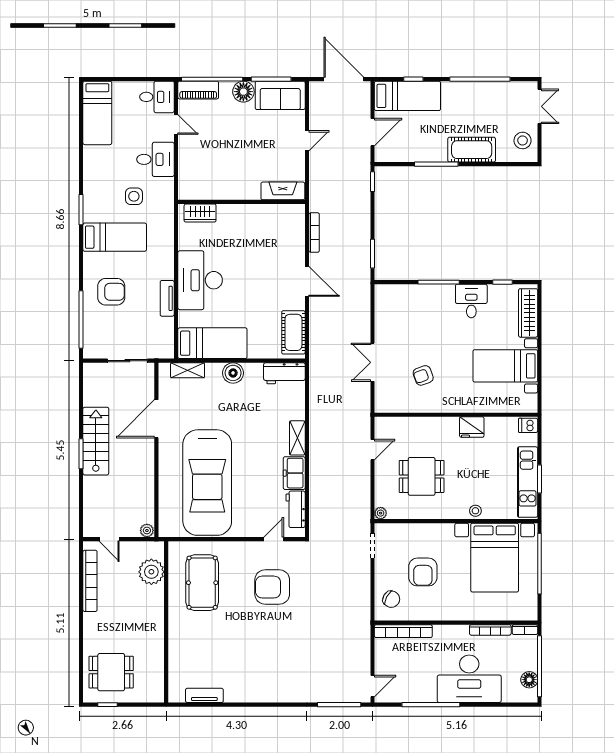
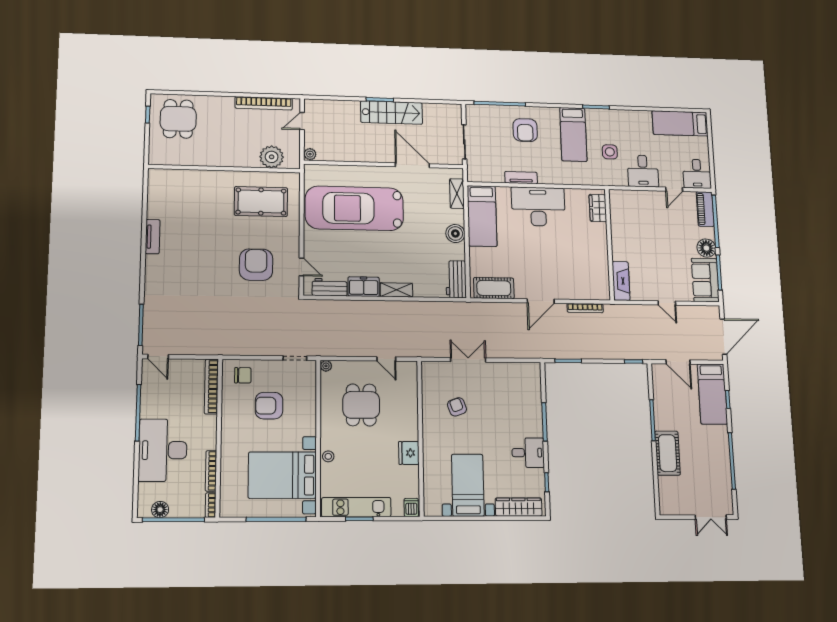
stool: (523, 140) -> (679, 501), removed
chair: (391, 599) -> (243, 375), turned -119
tv unit: (204, 695) -> (153, 237), moved

